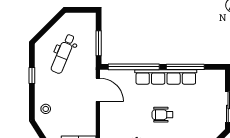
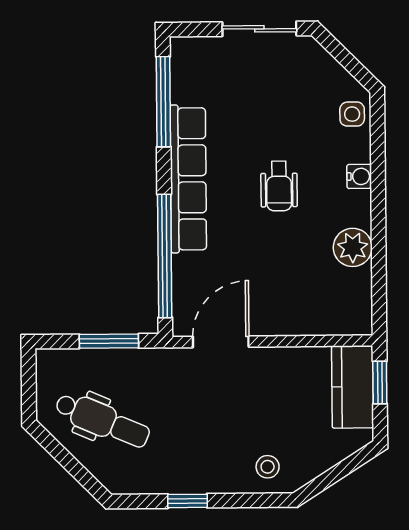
dental chair: (63, 54) -> (102, 420), moved
window: (185, 67) -> (163, 102), moved

